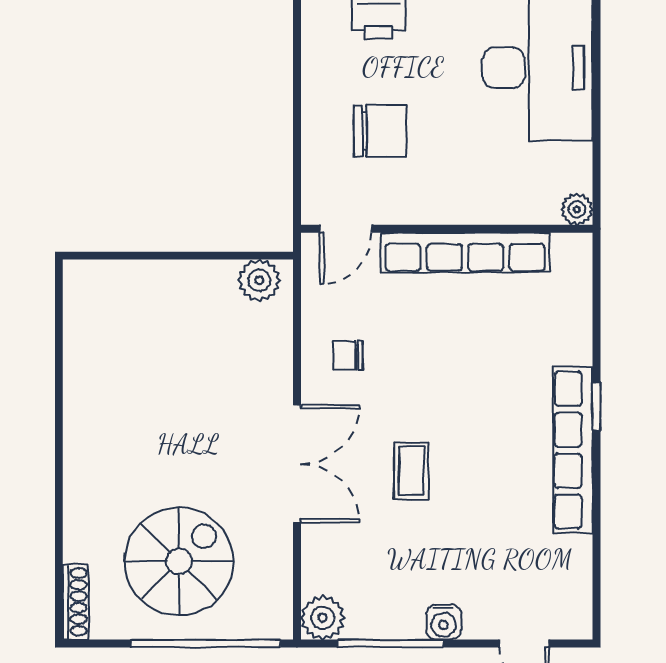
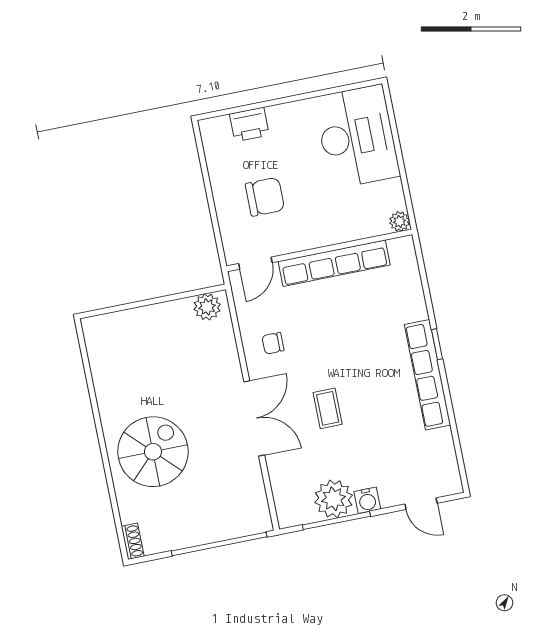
spiral stairs: (179, 561) -> (153, 452), moved
shoe rack: (76, 602) -> (133, 541), width x0.70
plant: (323, 618) -> (334, 499), moved, width x1.36, depth x1.36

